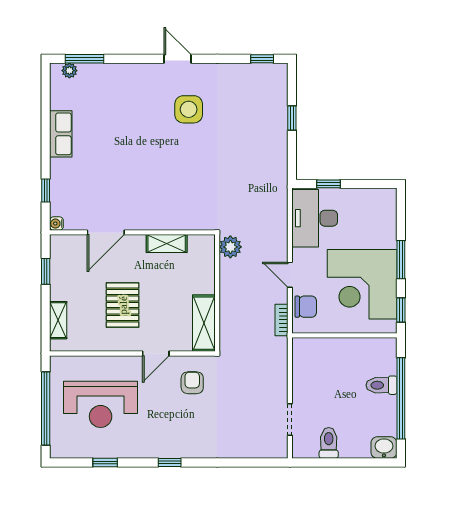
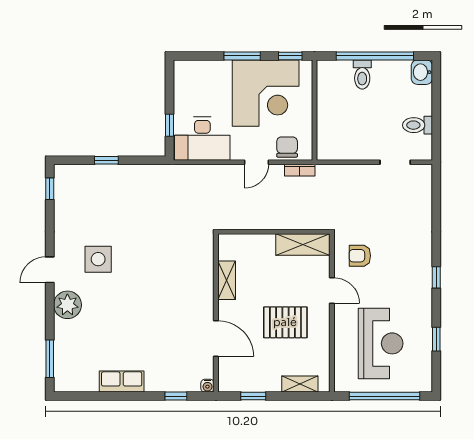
plant: (69, 71) -> (67, 305), moved, width x1.88, depth x1.88
plant: (230, 247) -> (230, 219), removed

